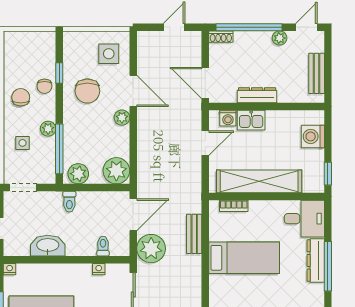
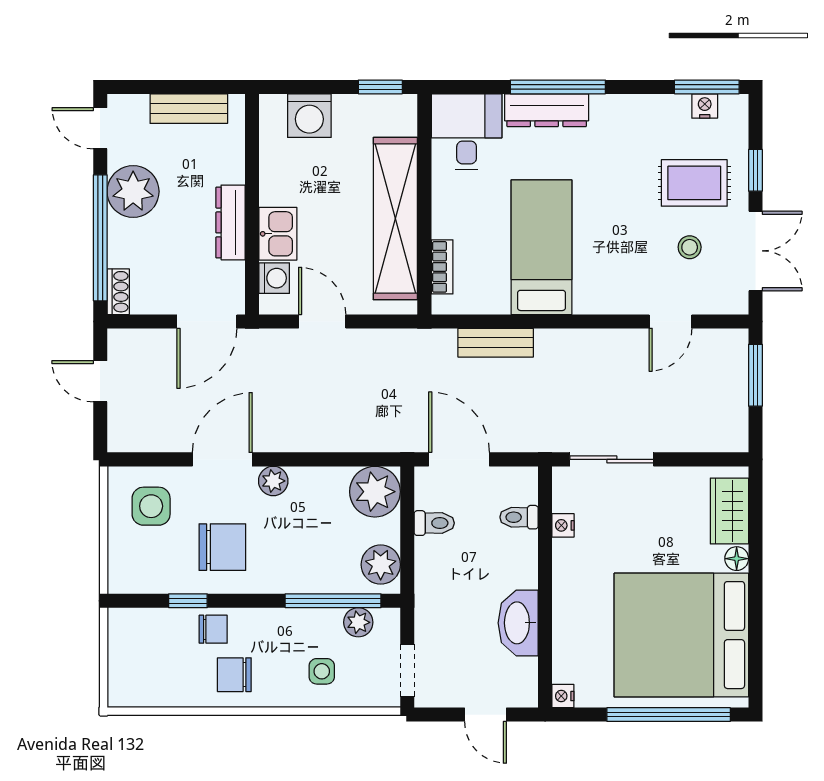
plant: (280, 38) -> (133, 192), width x1.87, depth x1.87
plant: (48, 129) -> (358, 622), moved
toilet: (69, 202) -> (434, 523), moved
plant: (151, 249) -> (524, 425), removed

